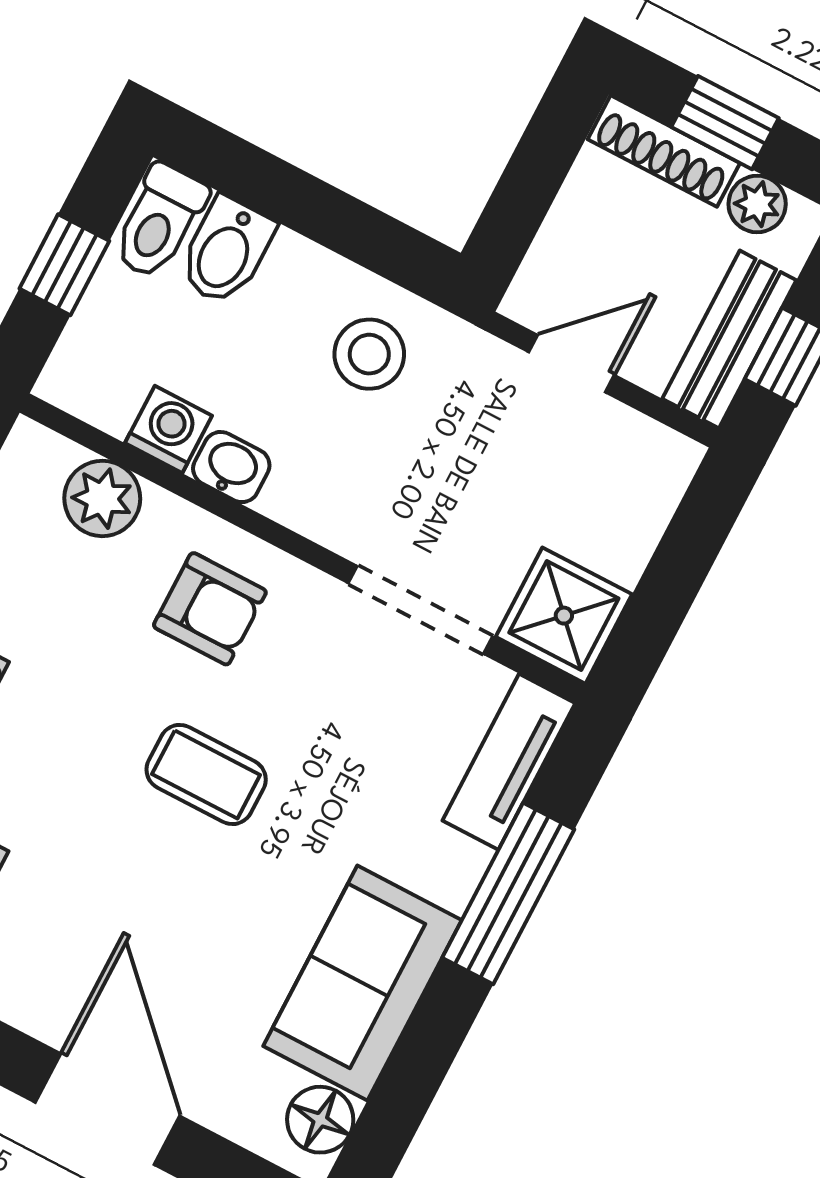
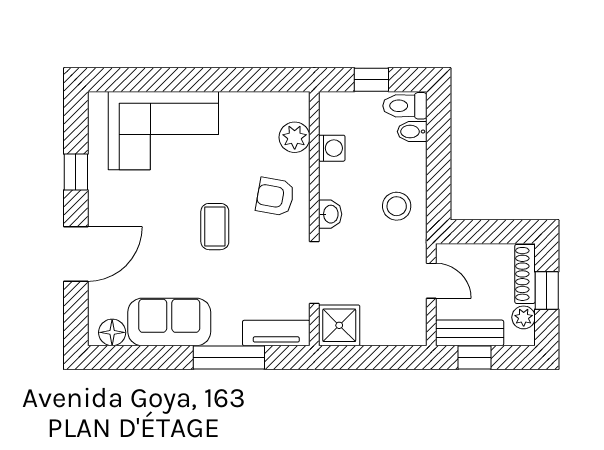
bidet: (226, 251) -> (412, 132), width x0.72, depth x0.74
washbasin: (231, 467) -> (330, 214), moved
armchair: (210, 609) -> (275, 197), turned 100

